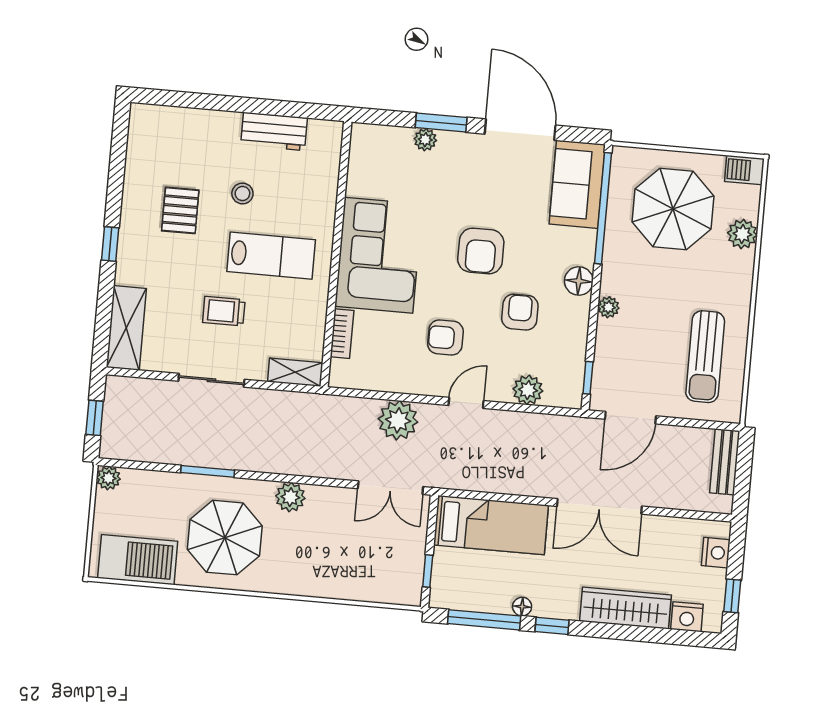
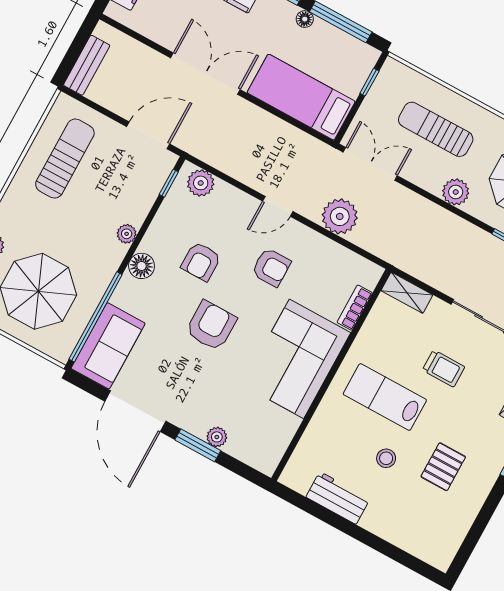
plant: (528, 390) -> (201, 183), moved
sun lounger: (339, 552) -> (436, 129), added

